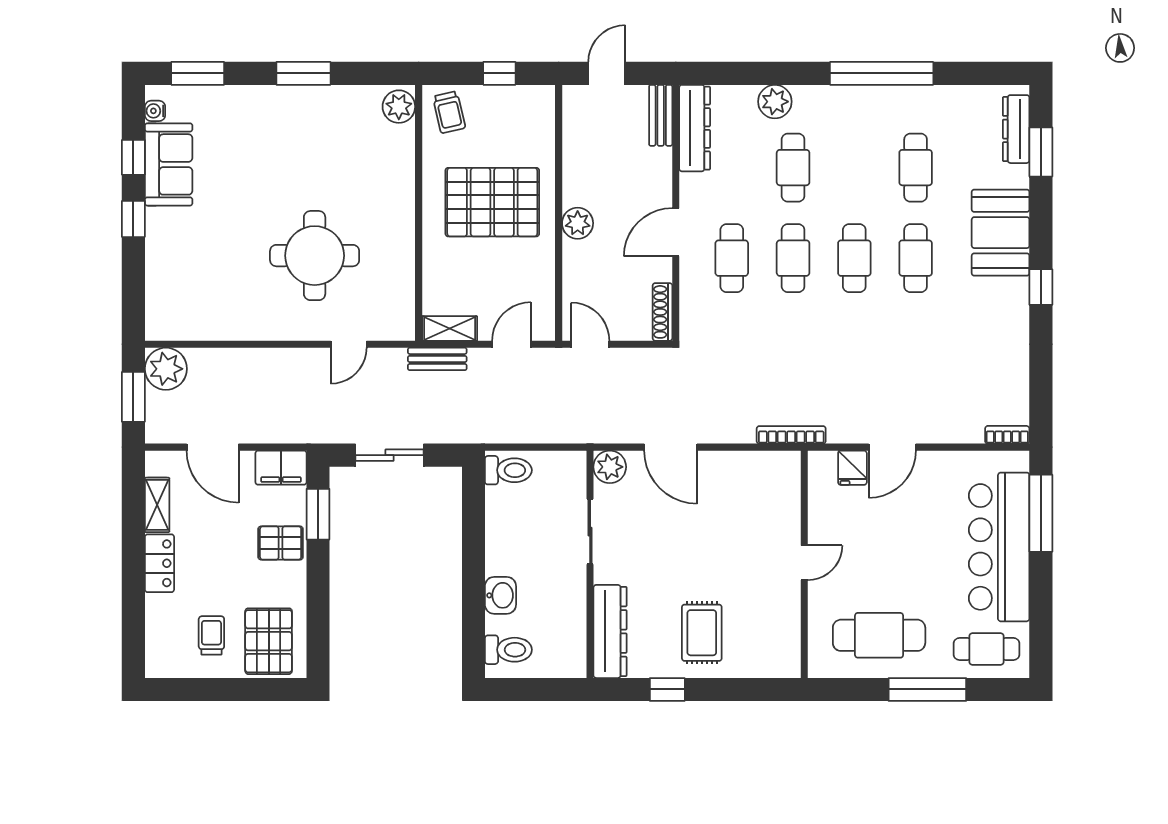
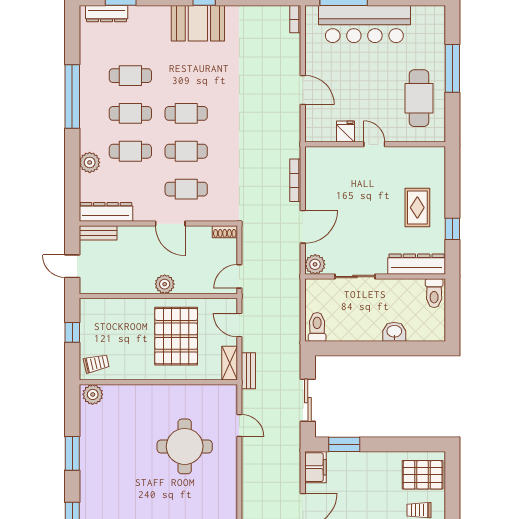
pallet: (492, 202) -> (176, 336), moved
booth: (1001, 233) -> (198, 23), moved
cafe table: (916, 258) -> (130, 113), moved
shoe rack: (662, 312) -> (225, 232), width x0.70
bookcase: (791, 435) -> (295, 180), moved
fridge: (852, 468) -> (345, 132), moved, turned -90
pallet: (281, 543) -> (362, 467), removed
rug: (702, 633) -> (417, 208), turned 90
cafe table: (987, 649) -> (427, 32), removed
toilet: (508, 650) -> (434, 293), moved, turned 180

